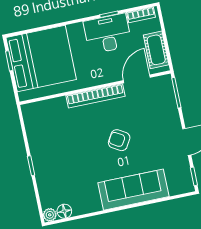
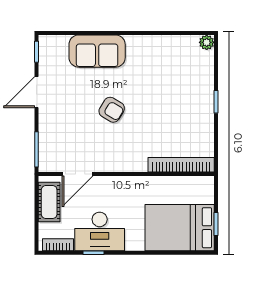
bed: (41, 58) -> (180, 228), width x0.73
bookcase: (96, 96) -> (181, 165), moved
sofa: (133, 190) -> (97, 51), width x0.73
floor lamp: (64, 211) -> (189, 43), removed

